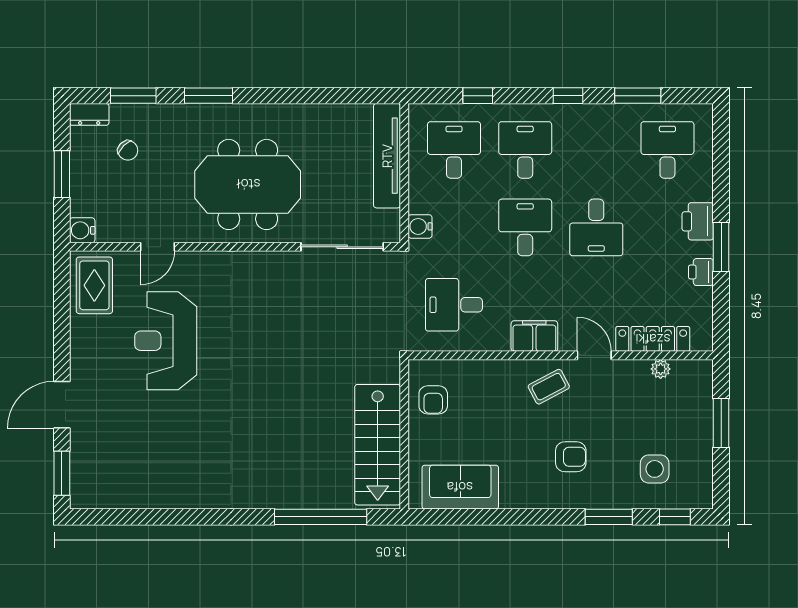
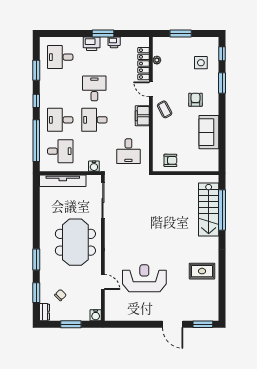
window: (478, 96) -> (36, 141), width x3.17
desk: (454, 150) -> (60, 151), turned 180
desk: (596, 227) -> (94, 88), turned -90
rug: (94, 285) -> (202, 271), moved
reception desk: (166, 341) -> (144, 278), turned 180
door: (594, 355) -> (151, 89), hinge flipped
stairs: (378, 445) -> (209, 209), moved, turned 90
sofa: (460, 487) -> (209, 132), moved

